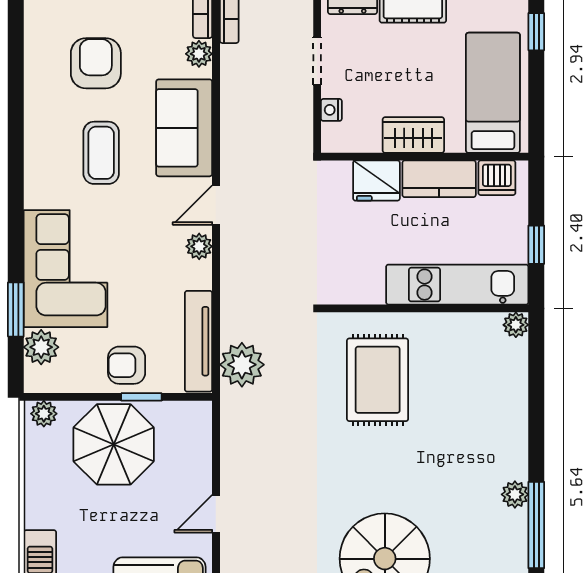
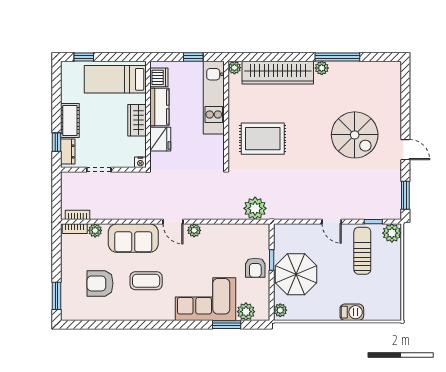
nightstand: (331, 110) -> (140, 162), moved
tv unit: (199, 341) -> (243, 231), removed
wardrobe: (506, 409) -> (278, 73), added

